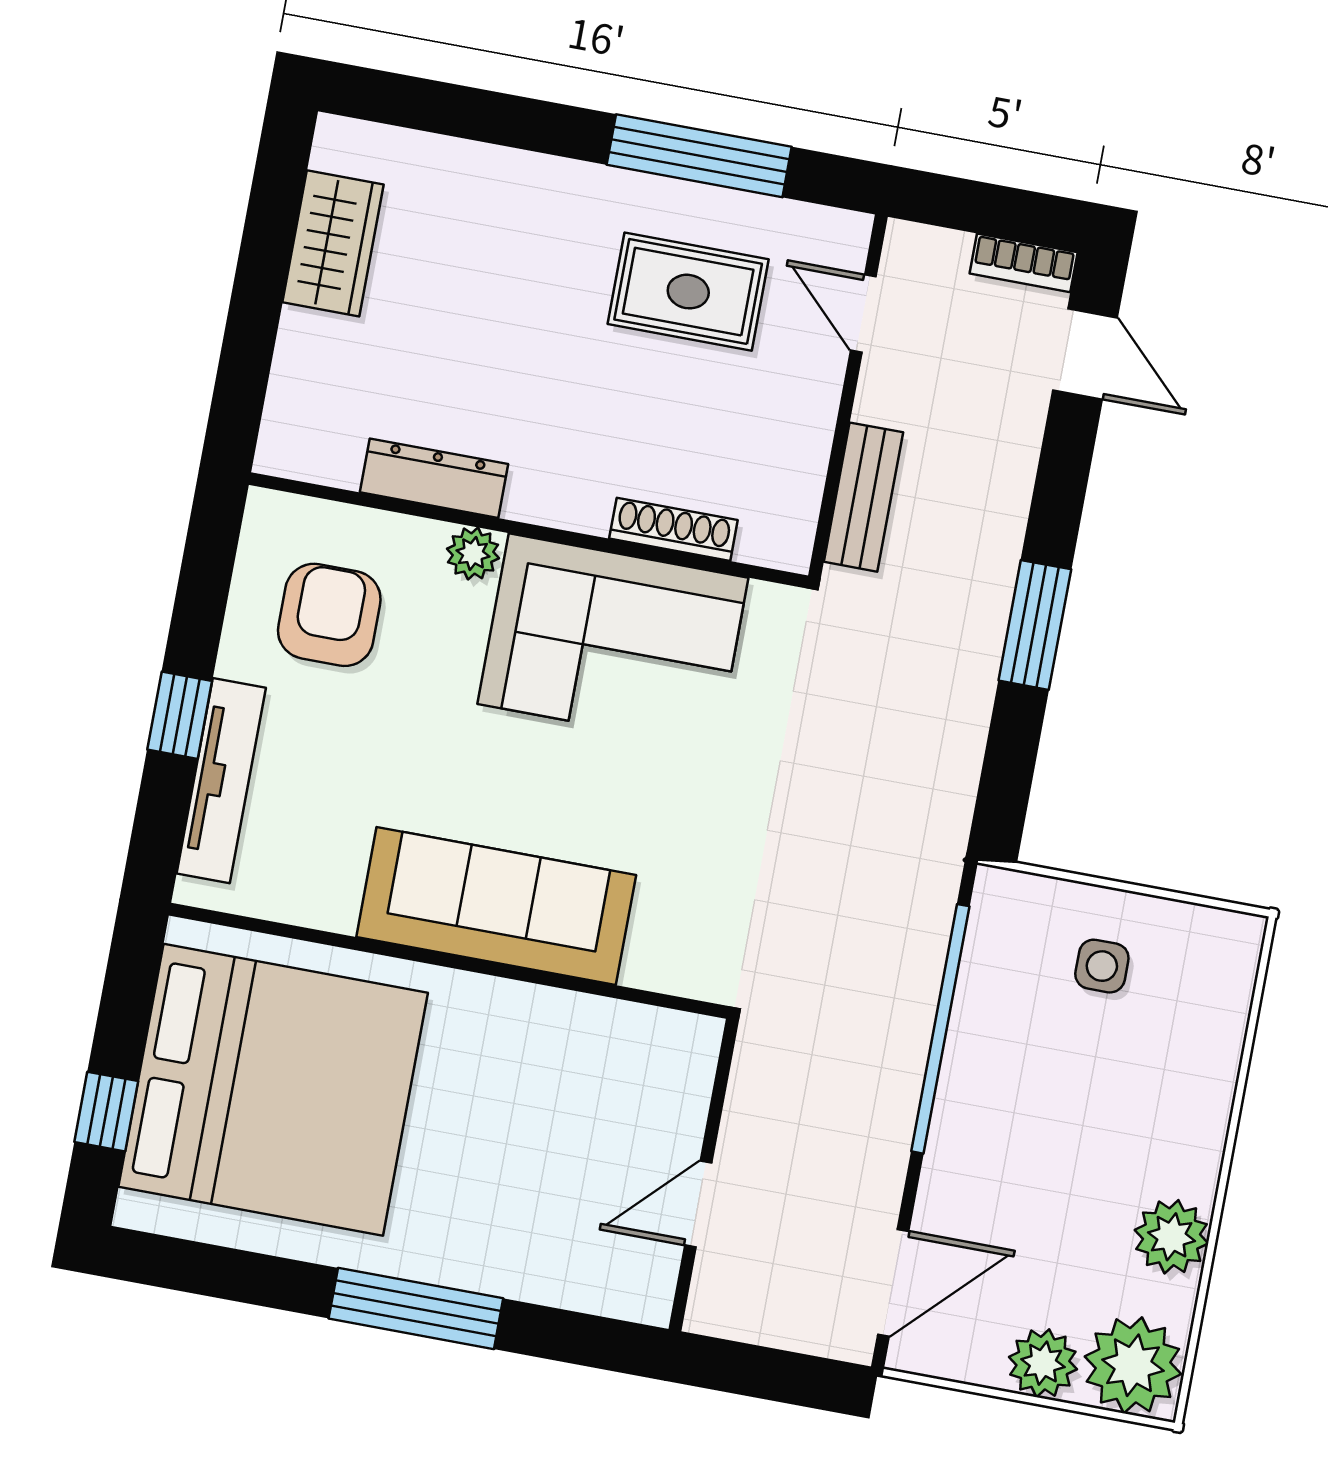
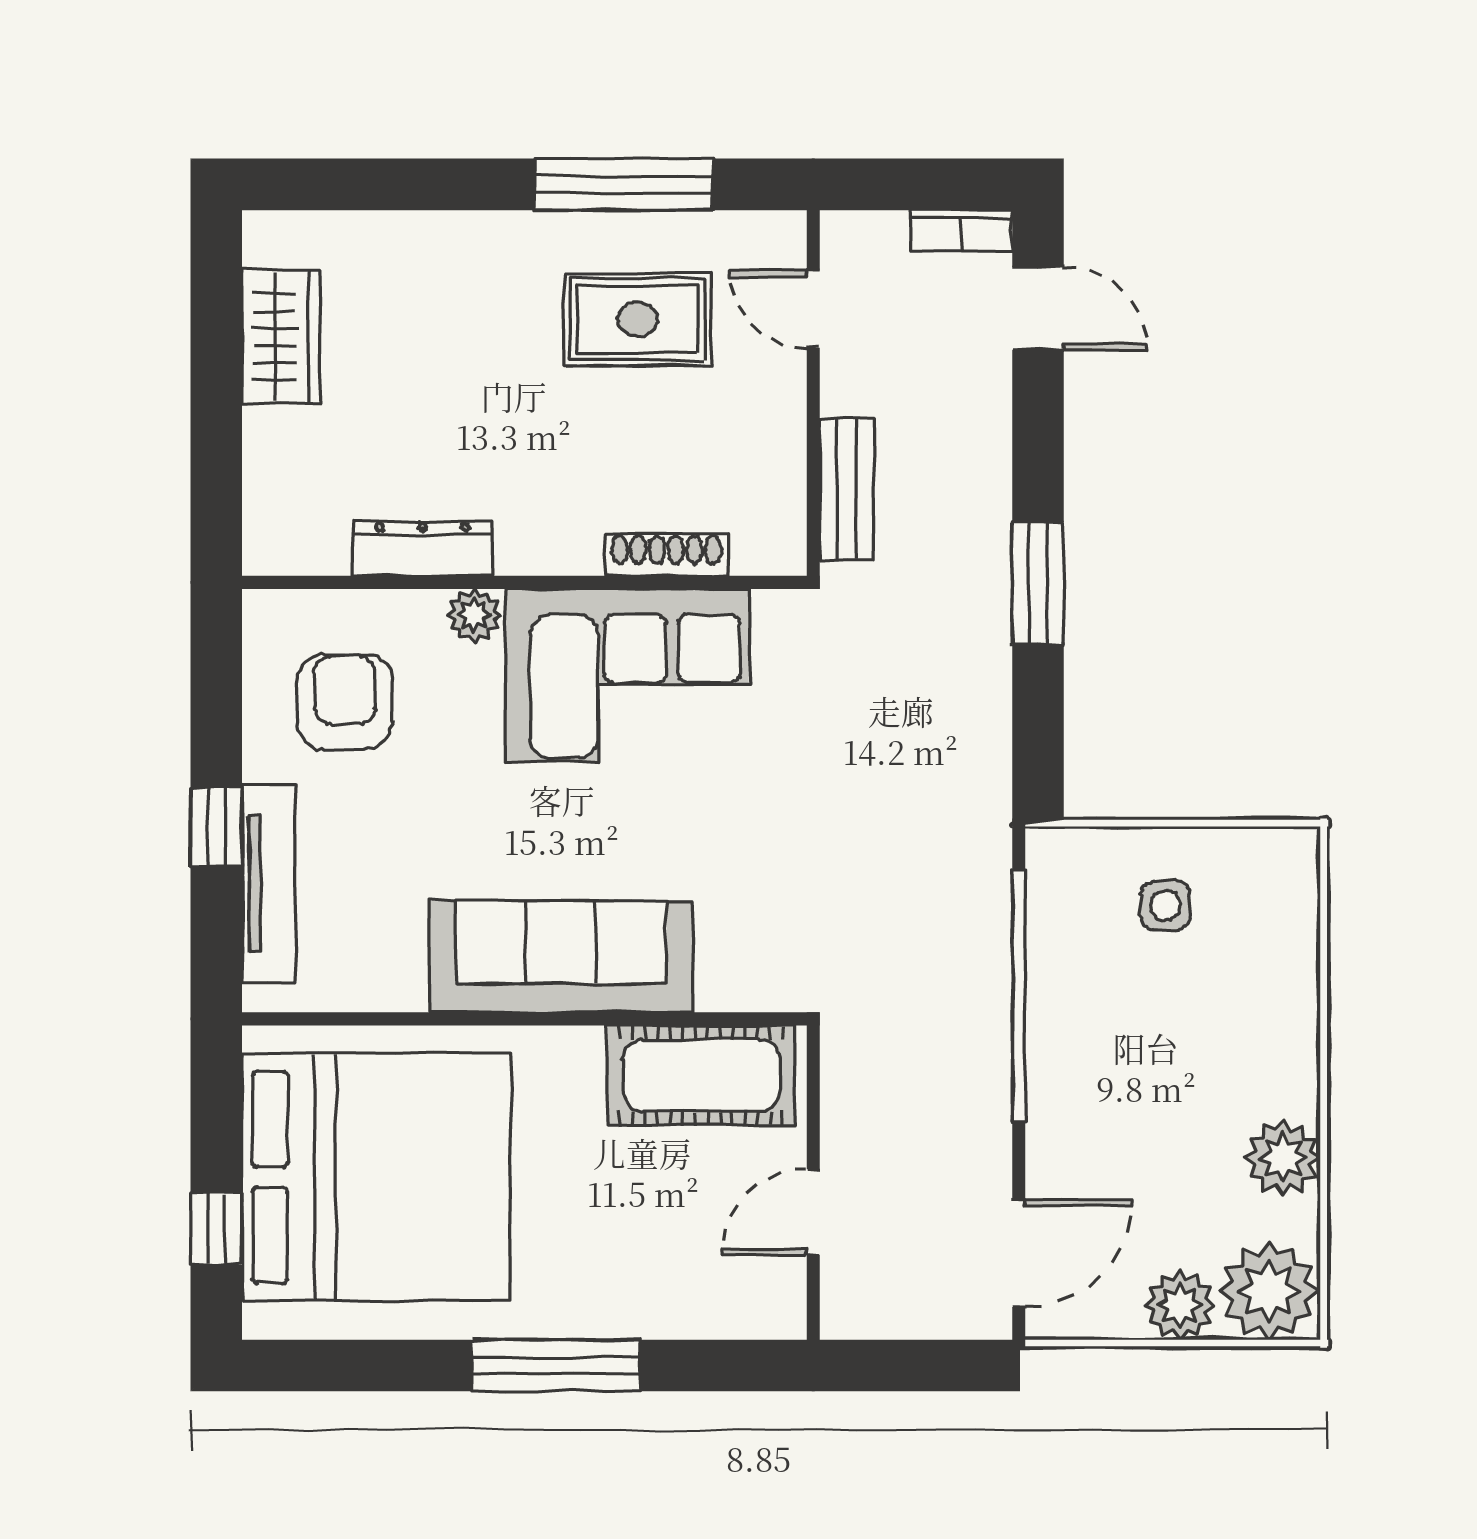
cot: (613, 1049) -> (701, 1075), added

